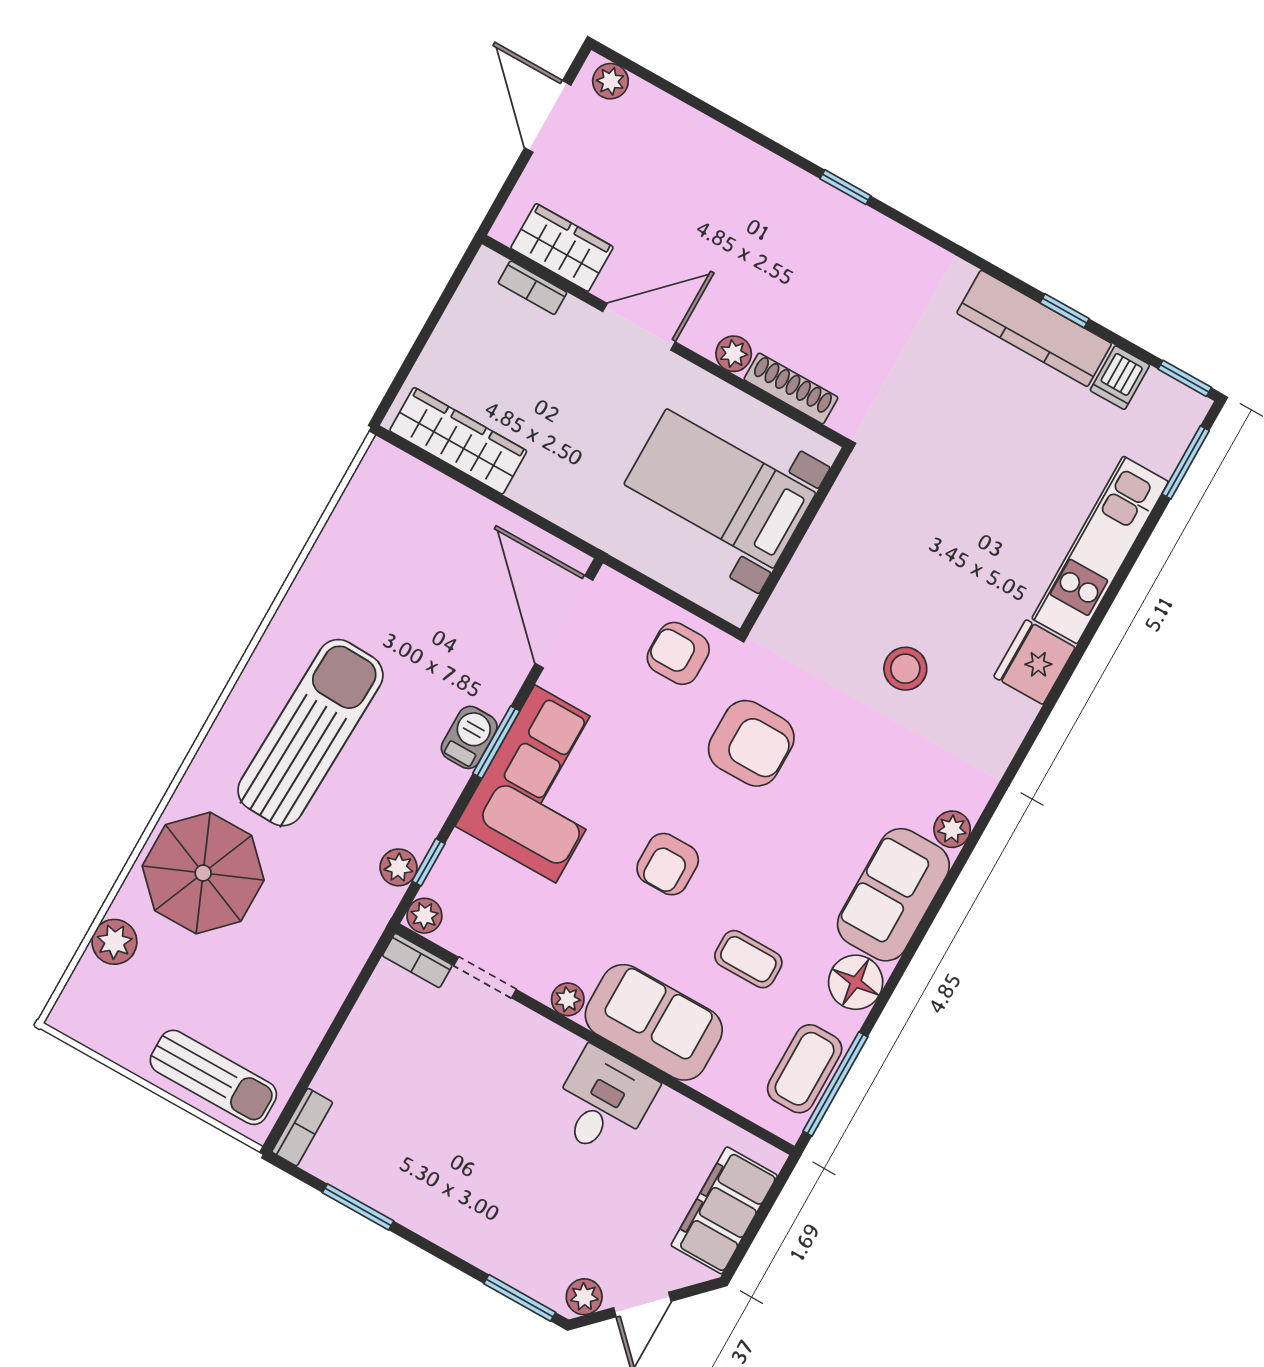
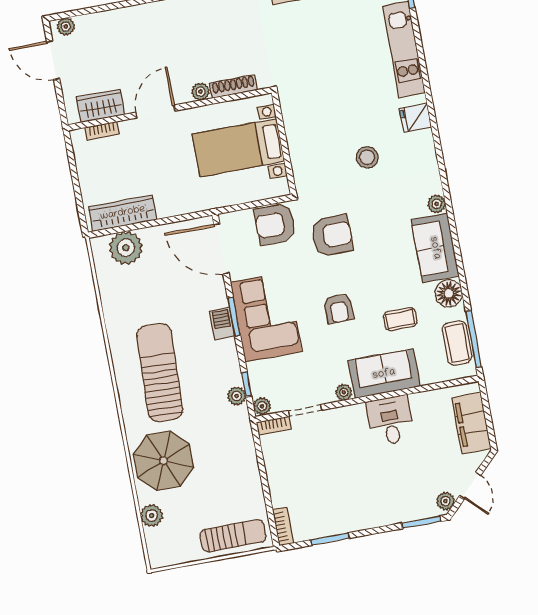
plant: (419, 498) -> (126, 248), added
armchair: (678, 653) -> (275, 224), width x1.38, depth x1.38
fridge: (1034, 662) -> (415, 118), width x0.72

